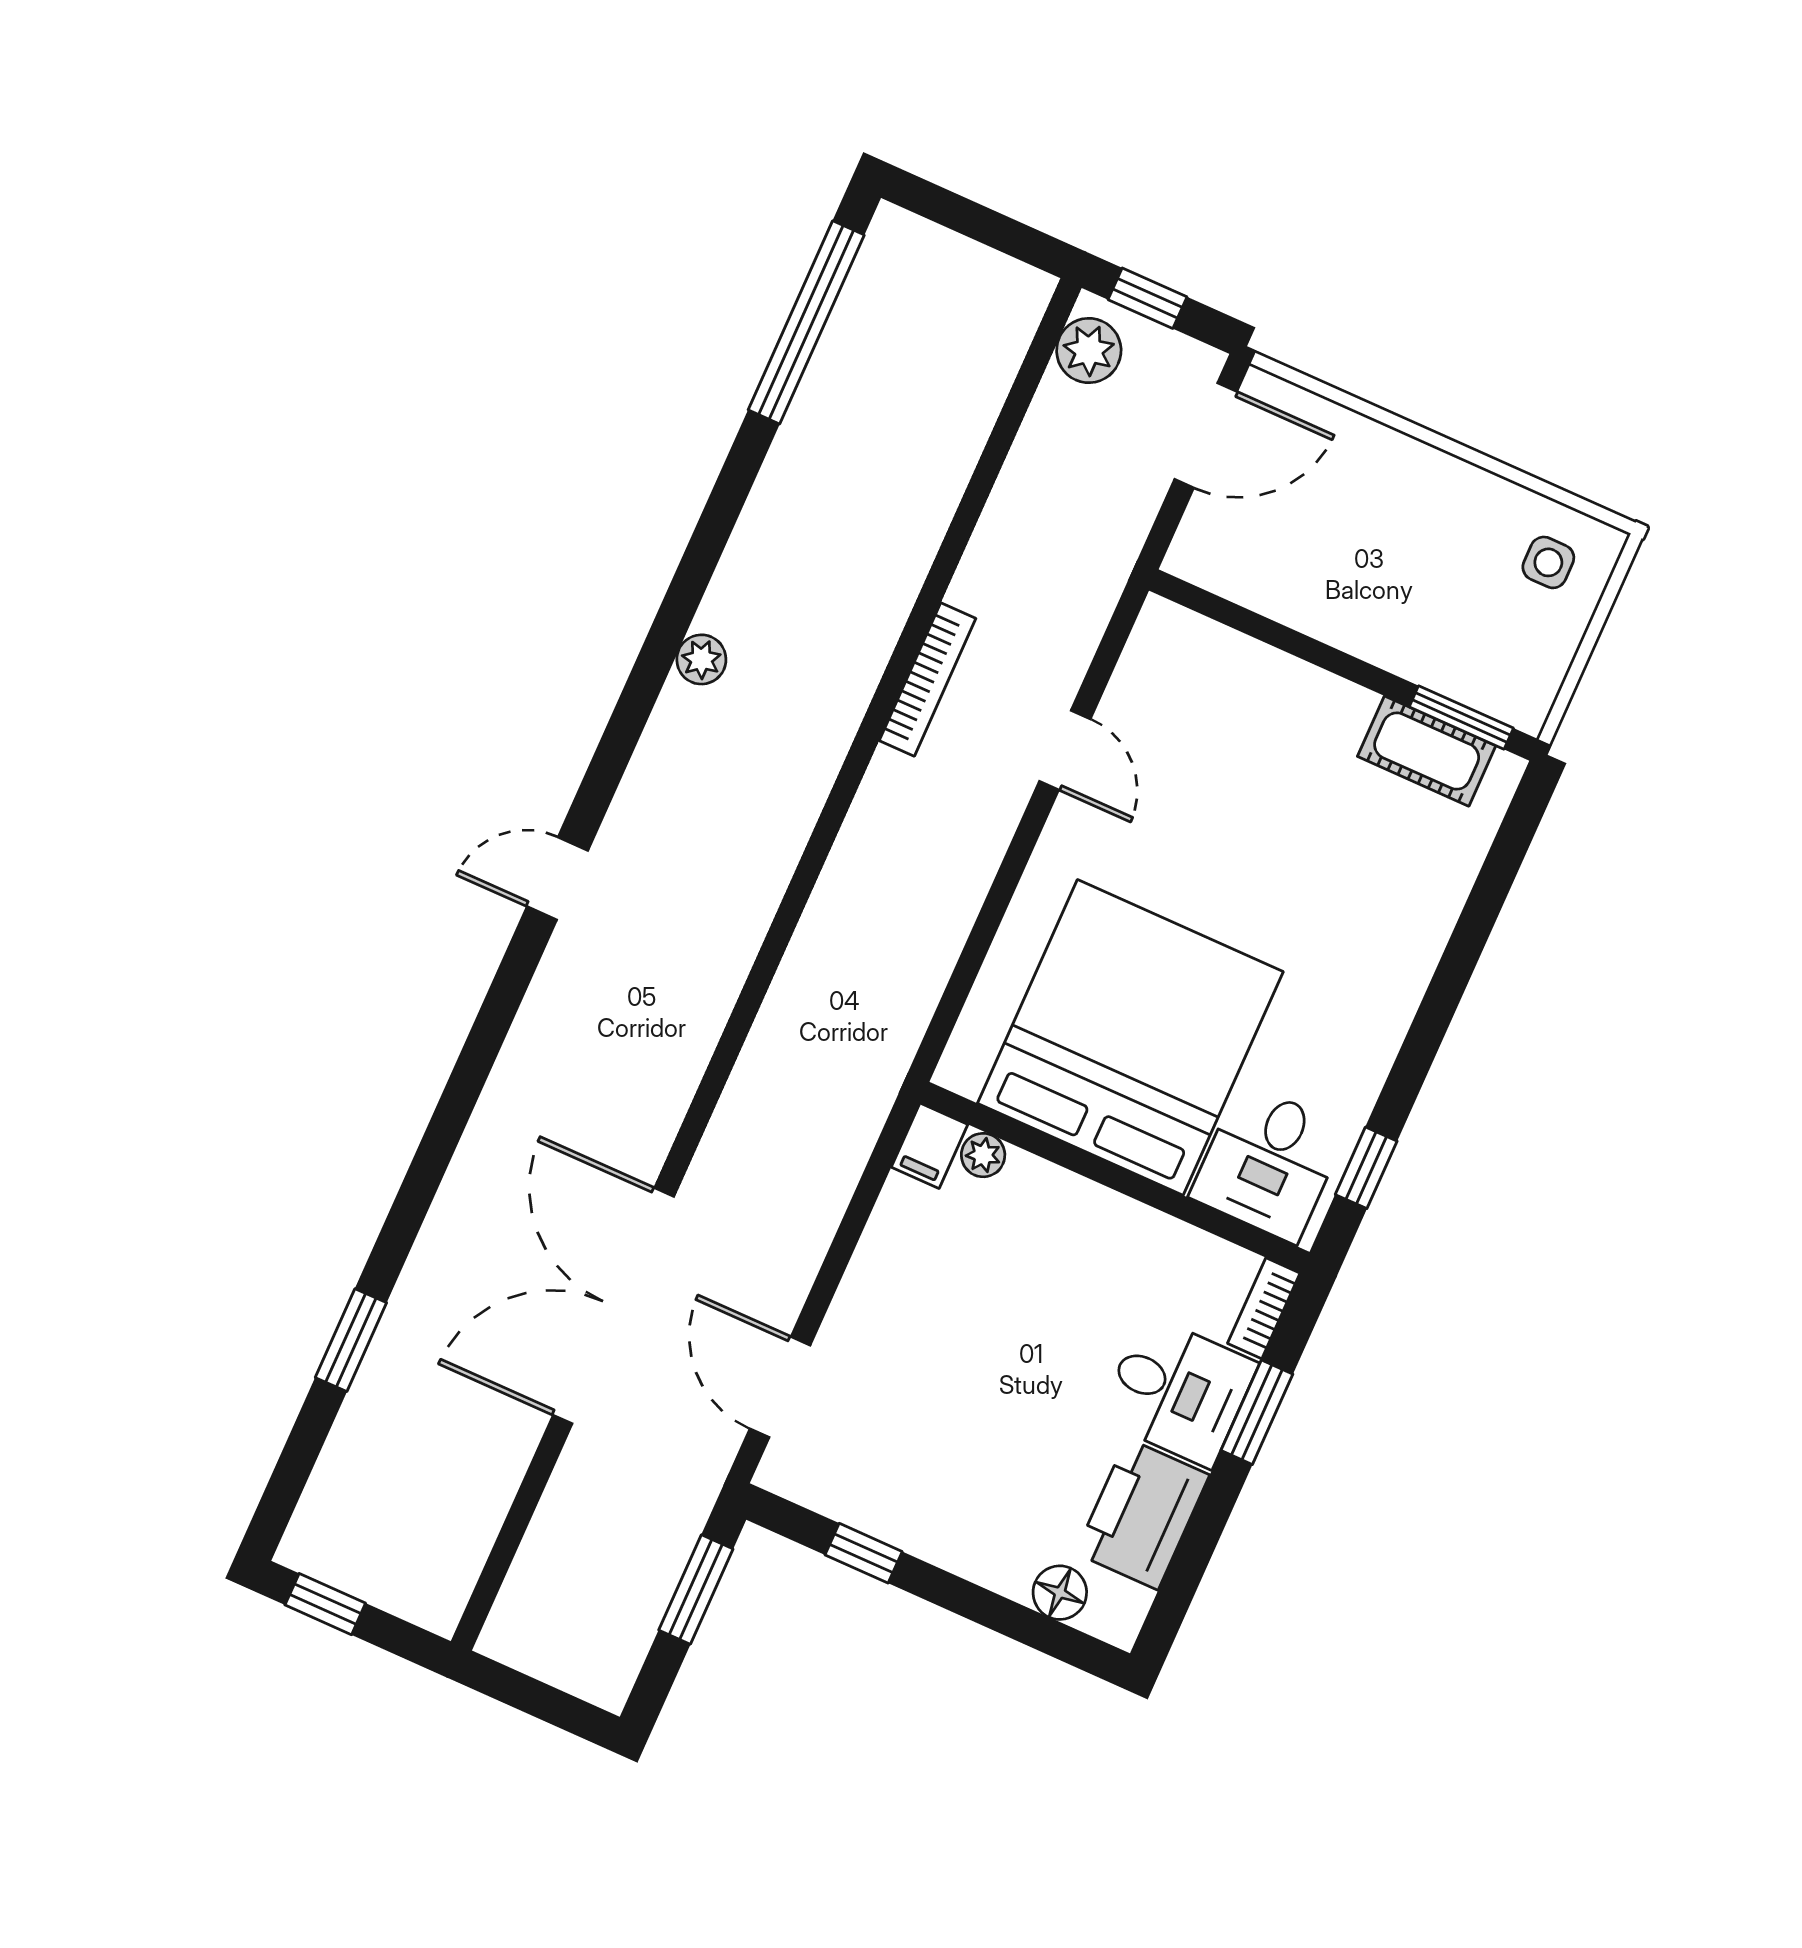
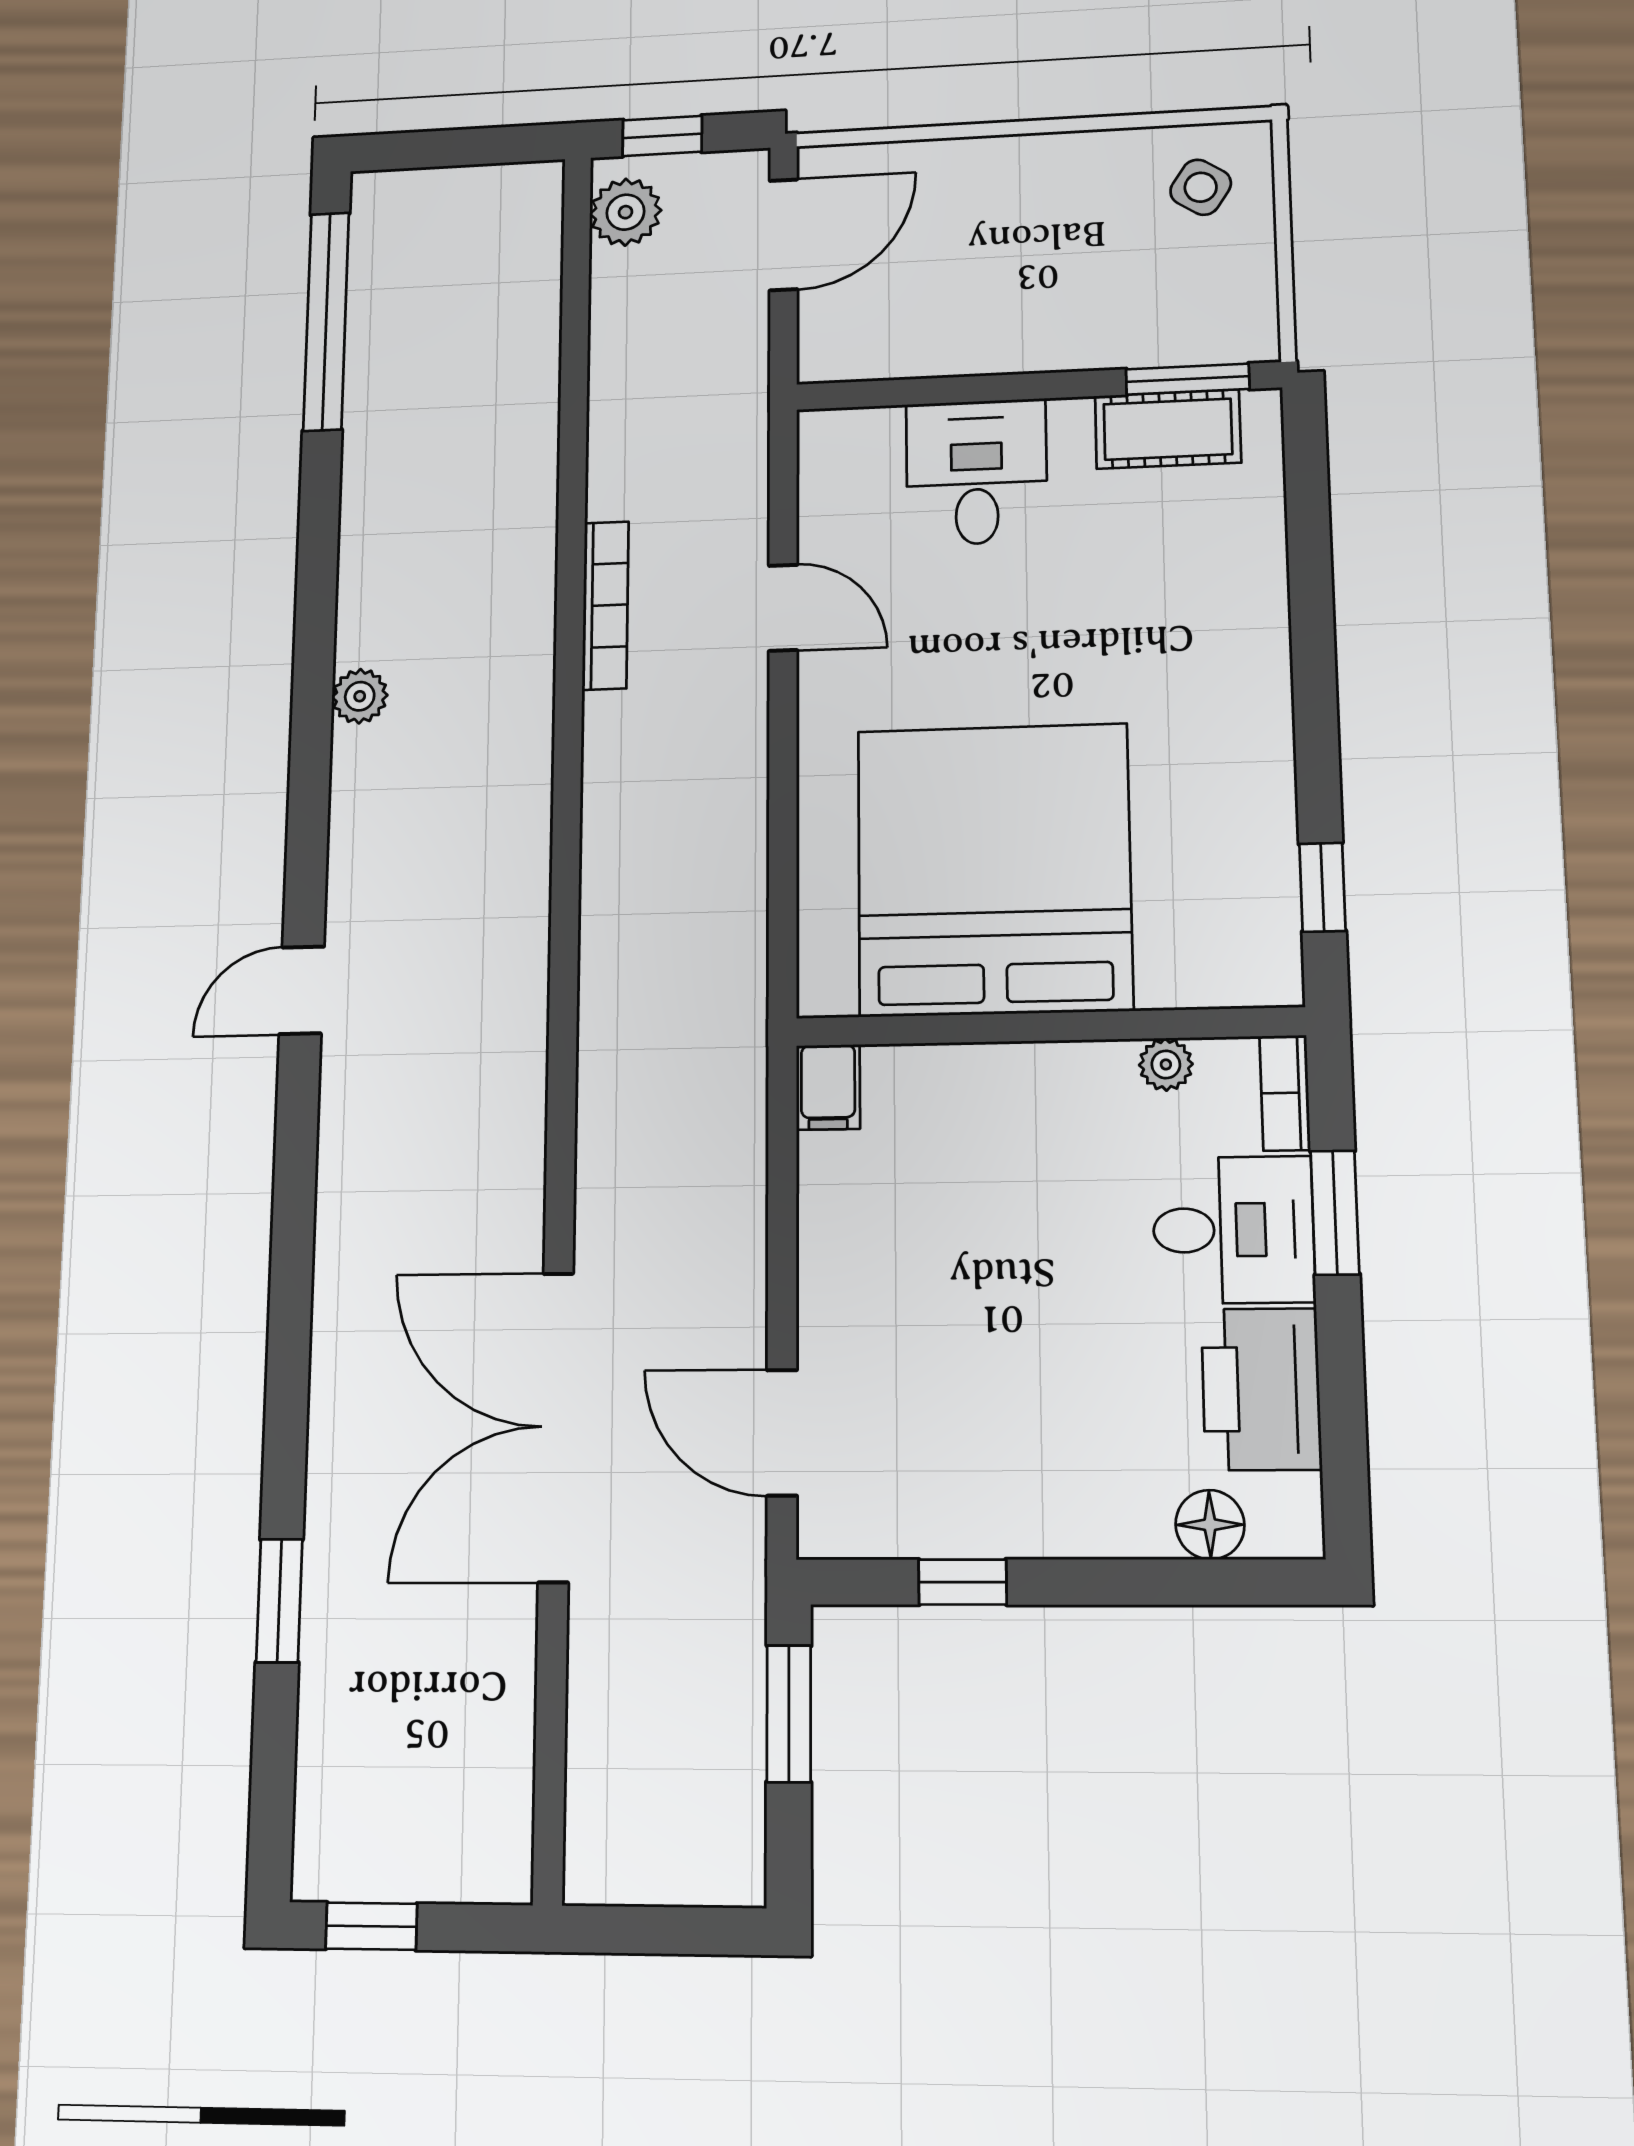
side table: (1548, 562) -> (1201, 187), turned 33
plant: (983, 1155) -> (1166, 1064), moved
desk: (1269, 1163) -> (976, 472), moved, turned 180

